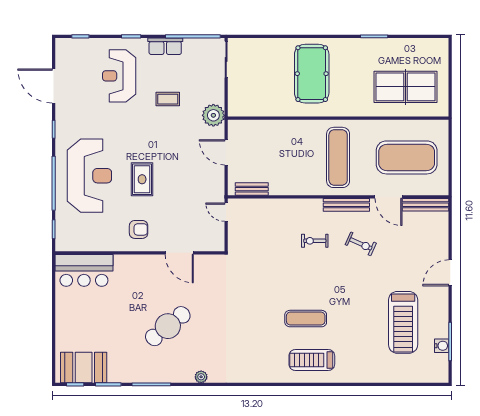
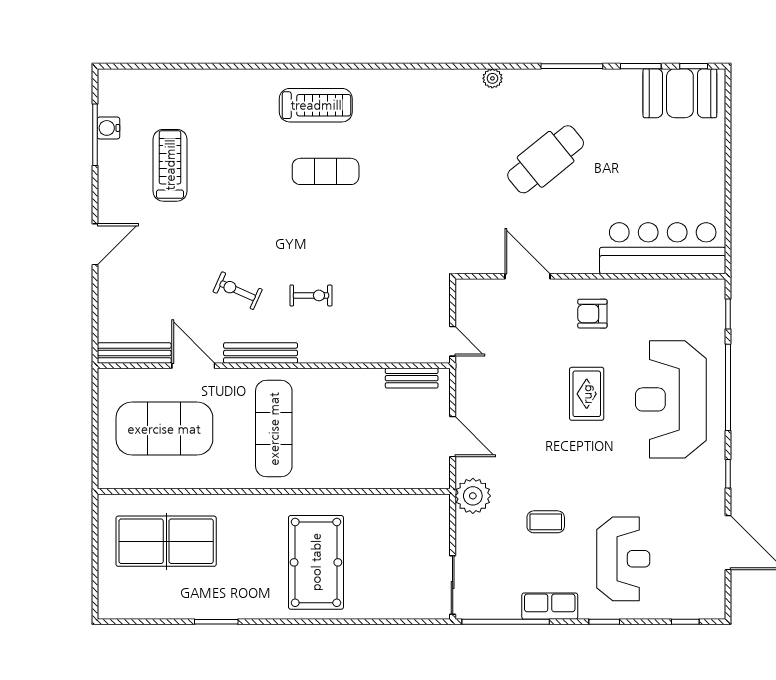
bar counter: (84, 270) -> (663, 248), width x1.36
treadmill: (403, 322) -> (170, 165), width x0.73, depth x0.73

